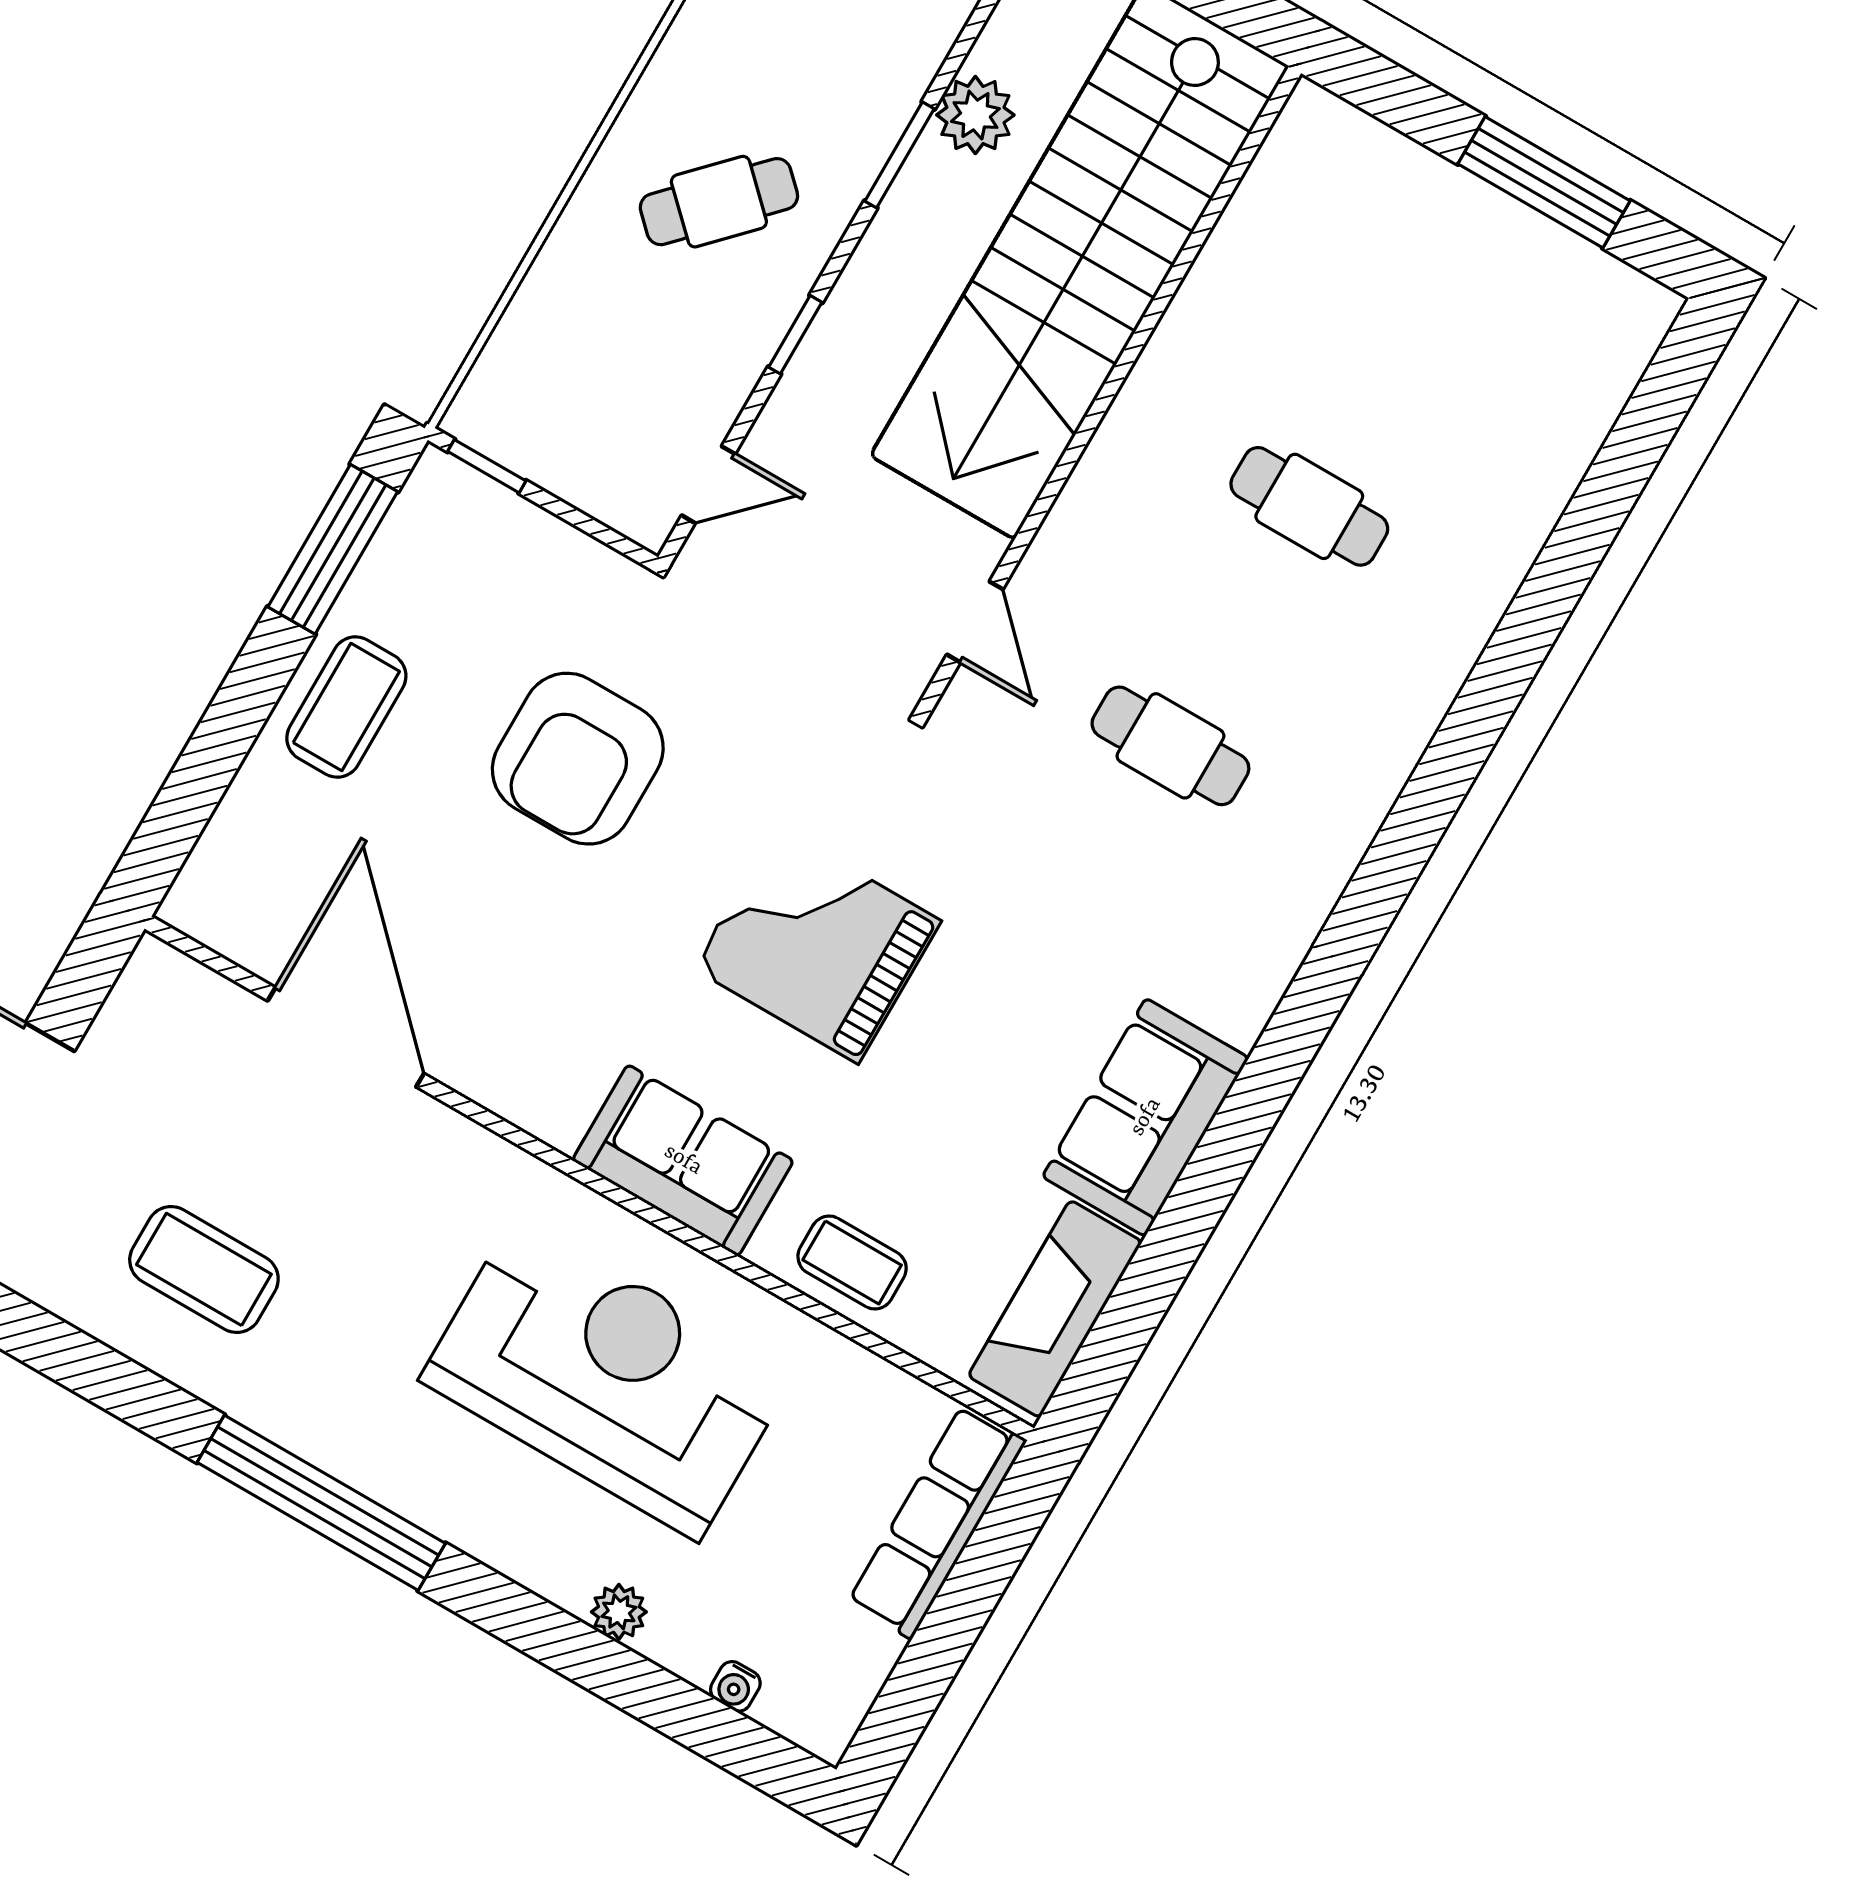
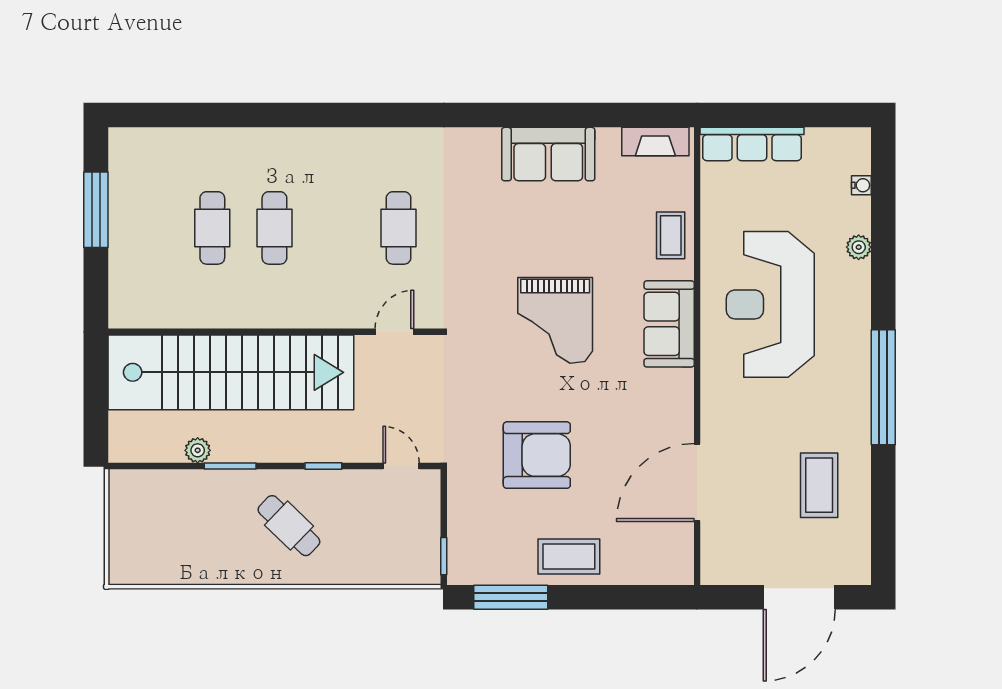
plant: (975, 115) -> (198, 450), width x0.73, depth x0.73
cafe table: (1379, 387) -> (212, 228), added
fireplace: (1055, 1309) -> (655, 142), width x0.73, depth x0.76

